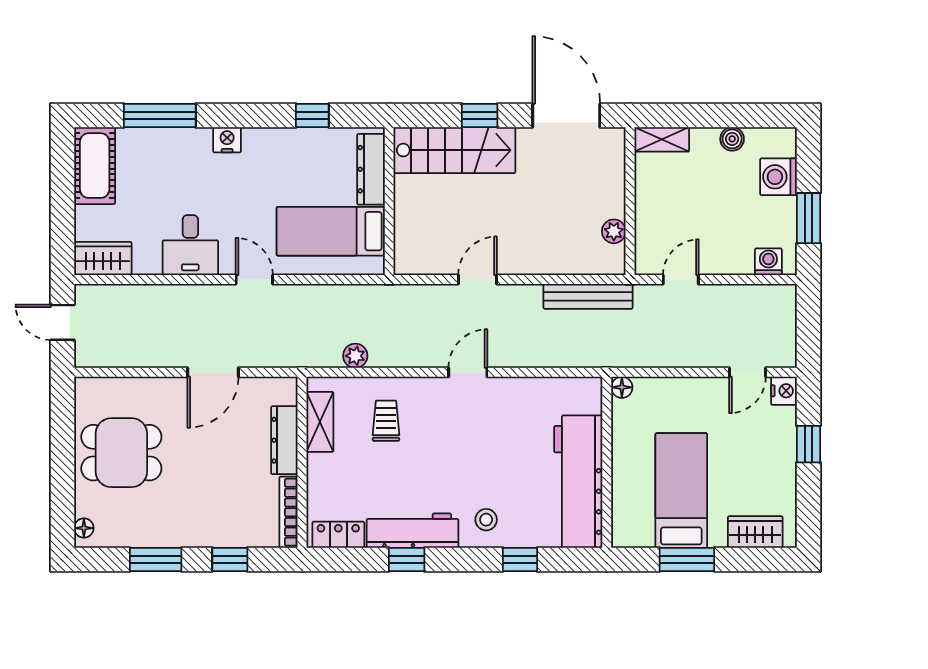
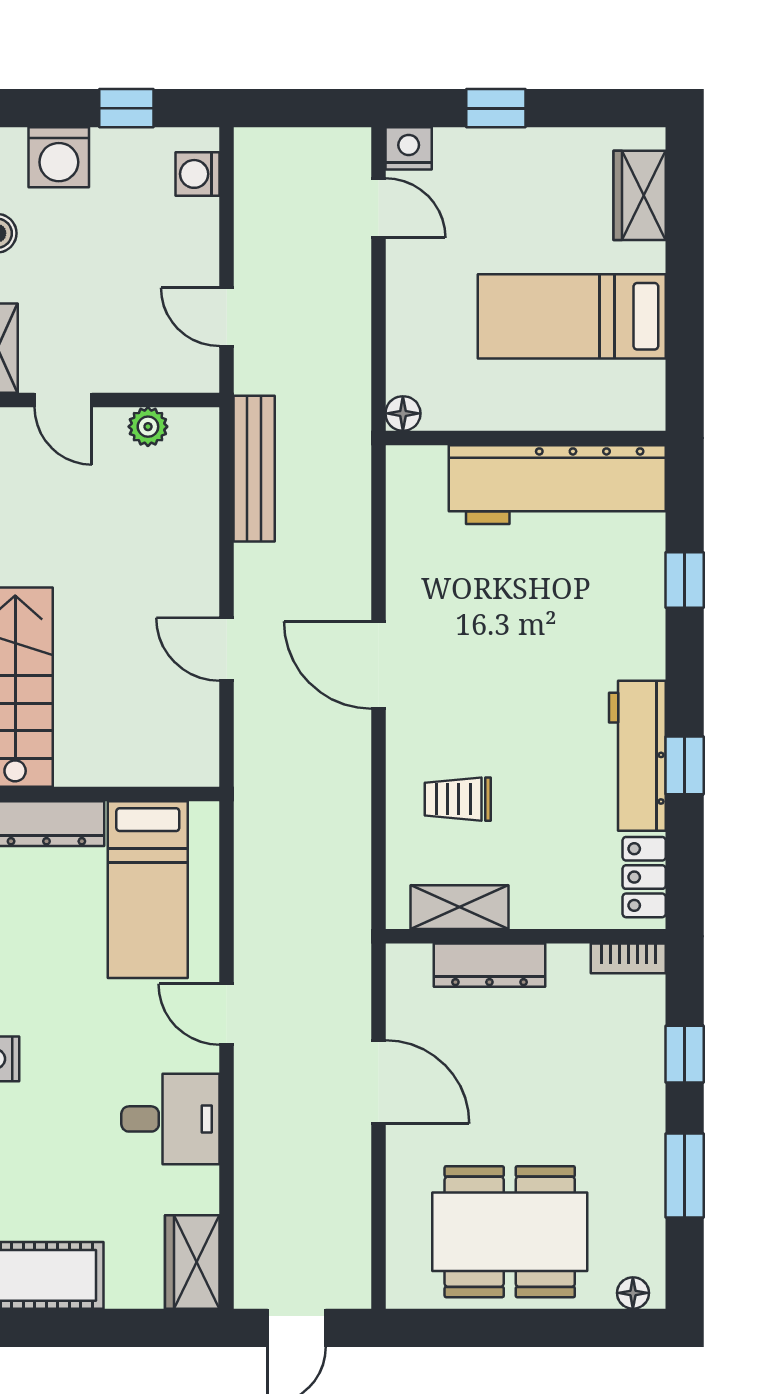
door: (630, 179) -> (63, 400), added
window: (809, 218) -> (126, 108), width x0.67
door: (254, 279) -> (227, 1014), hinge flipped
plant: (355, 356) -> (351, 849), removed
door: (468, 372) -> (378, 665), width x1.38
dining table: (121, 453) -> (510, 1232), width x1.38
bookcase: (289, 512) -> (628, 958), width x0.64
stool: (486, 520) -> (619, 635), removed
window: (687, 560) -> (685, 307), removed

